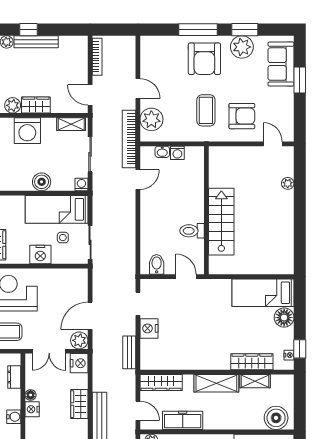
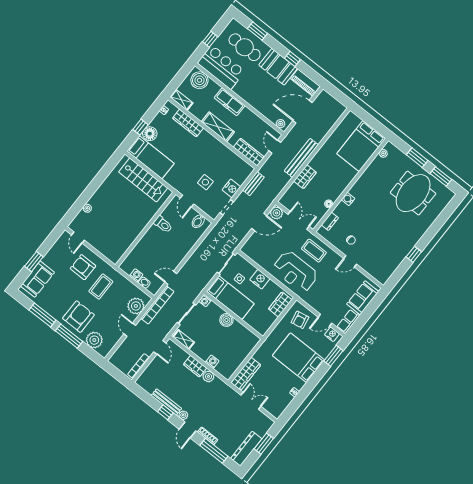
window: (245, 30) -> (42, 315), width x1.44
plant: (242, 47) -> (94, 340), moved
washing machine: (27, 131) -> (212, 362), width x0.53, depth x0.53
stairs: (221, 222) -> (143, 180), moved, turned -90
side table: (182, 313) -> (205, 182), added
window: (300, 349) -> (140, 127), moved
nightstand: (79, 363) -> (287, 200), removed
shelving: (255, 381) -> (181, 100), moved
nightstand: (32, 409) -> (334, 195), removed
freezer: (183, 420) -> (230, 102), moved

